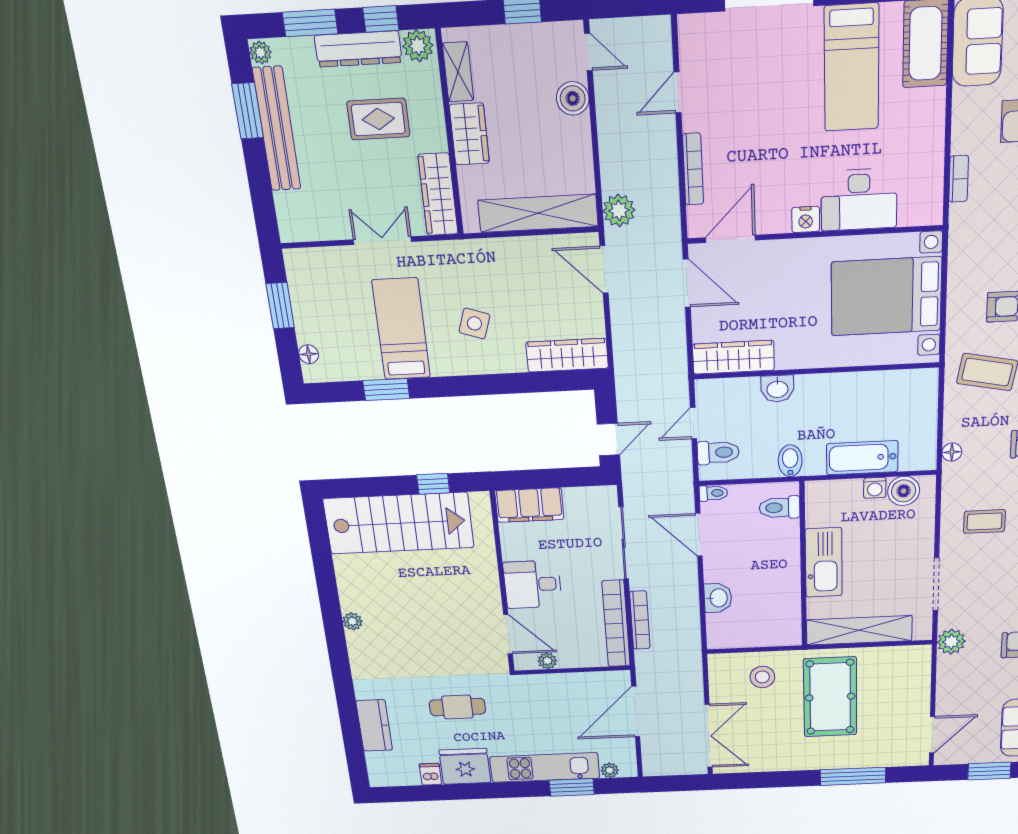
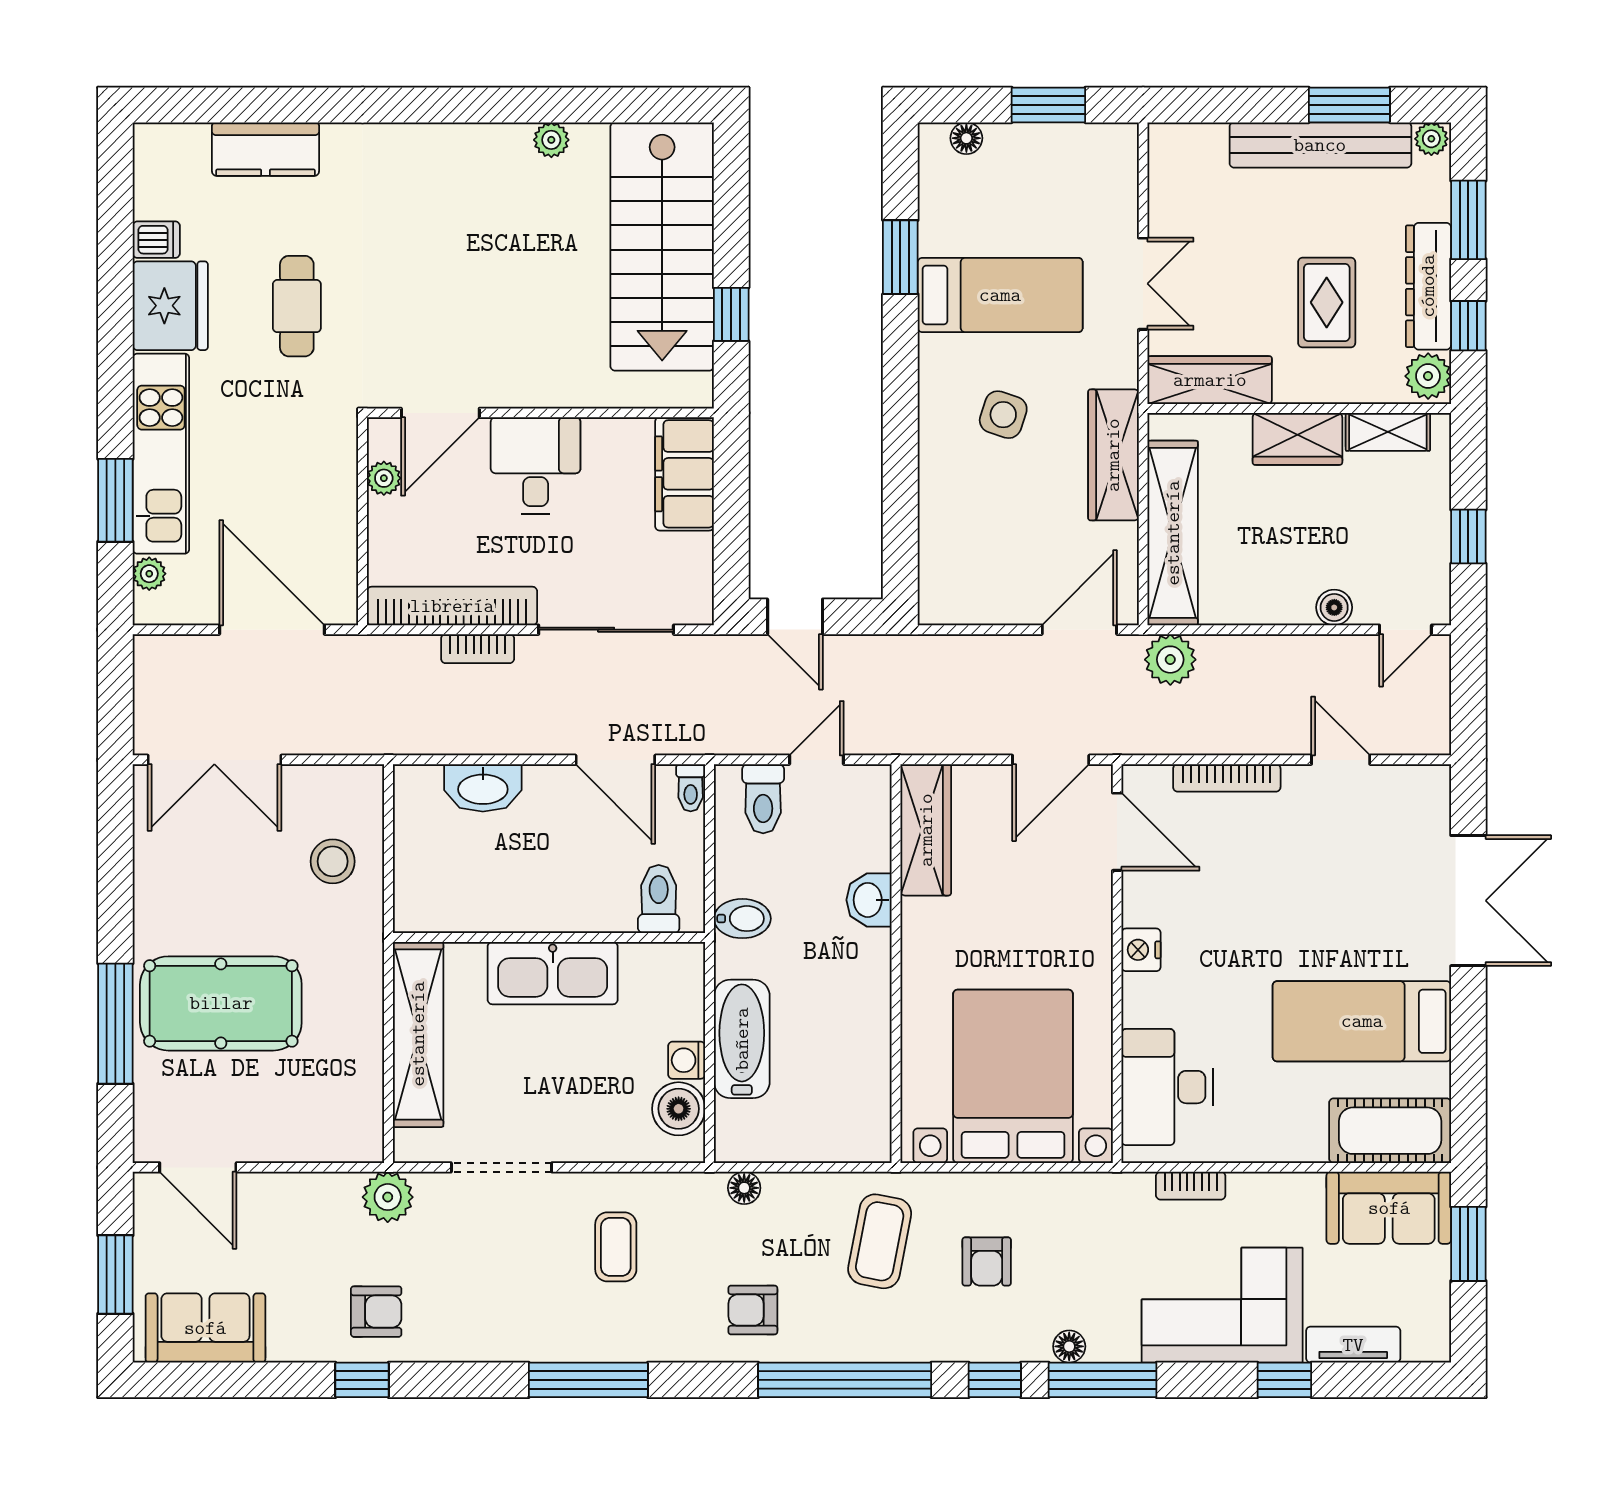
boiler: (573, 98) -> (1334, 607), width x0.73, depth x0.73
desk: (859, 200) -> (1167, 1087), moved
wardrobe: (567, 355) -> (1113, 455), moved, turned 180
door: (693, 423) -> (817, 760), hinge flipped
door: (699, 535) -> (615, 760), swing flipped
washbasin: (718, 598) -> (483, 788), width x1.38
bookcase: (640, 620) -> (478, 649), width x0.64
plant: (352, 621) -> (551, 140), moved
pool table: (830, 697) -> (221, 1003), moved

